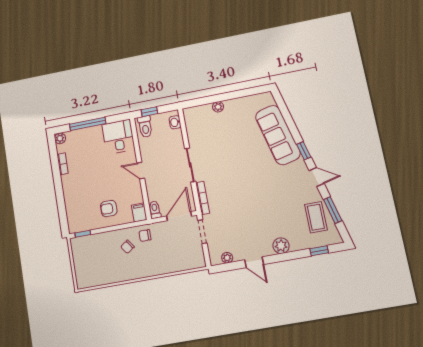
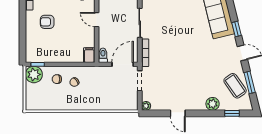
armchair: (109, 209) -> (47, 22), moved
coffee table: (316, 217) -> (235, 86), turned -35
chair: (145, 235) -> (57, 79), moved
plant: (80, 246) -> (34, 74), added
plant: (281, 246) -> (213, 104), moved
plant: (227, 258) -> (146, 106), moved

